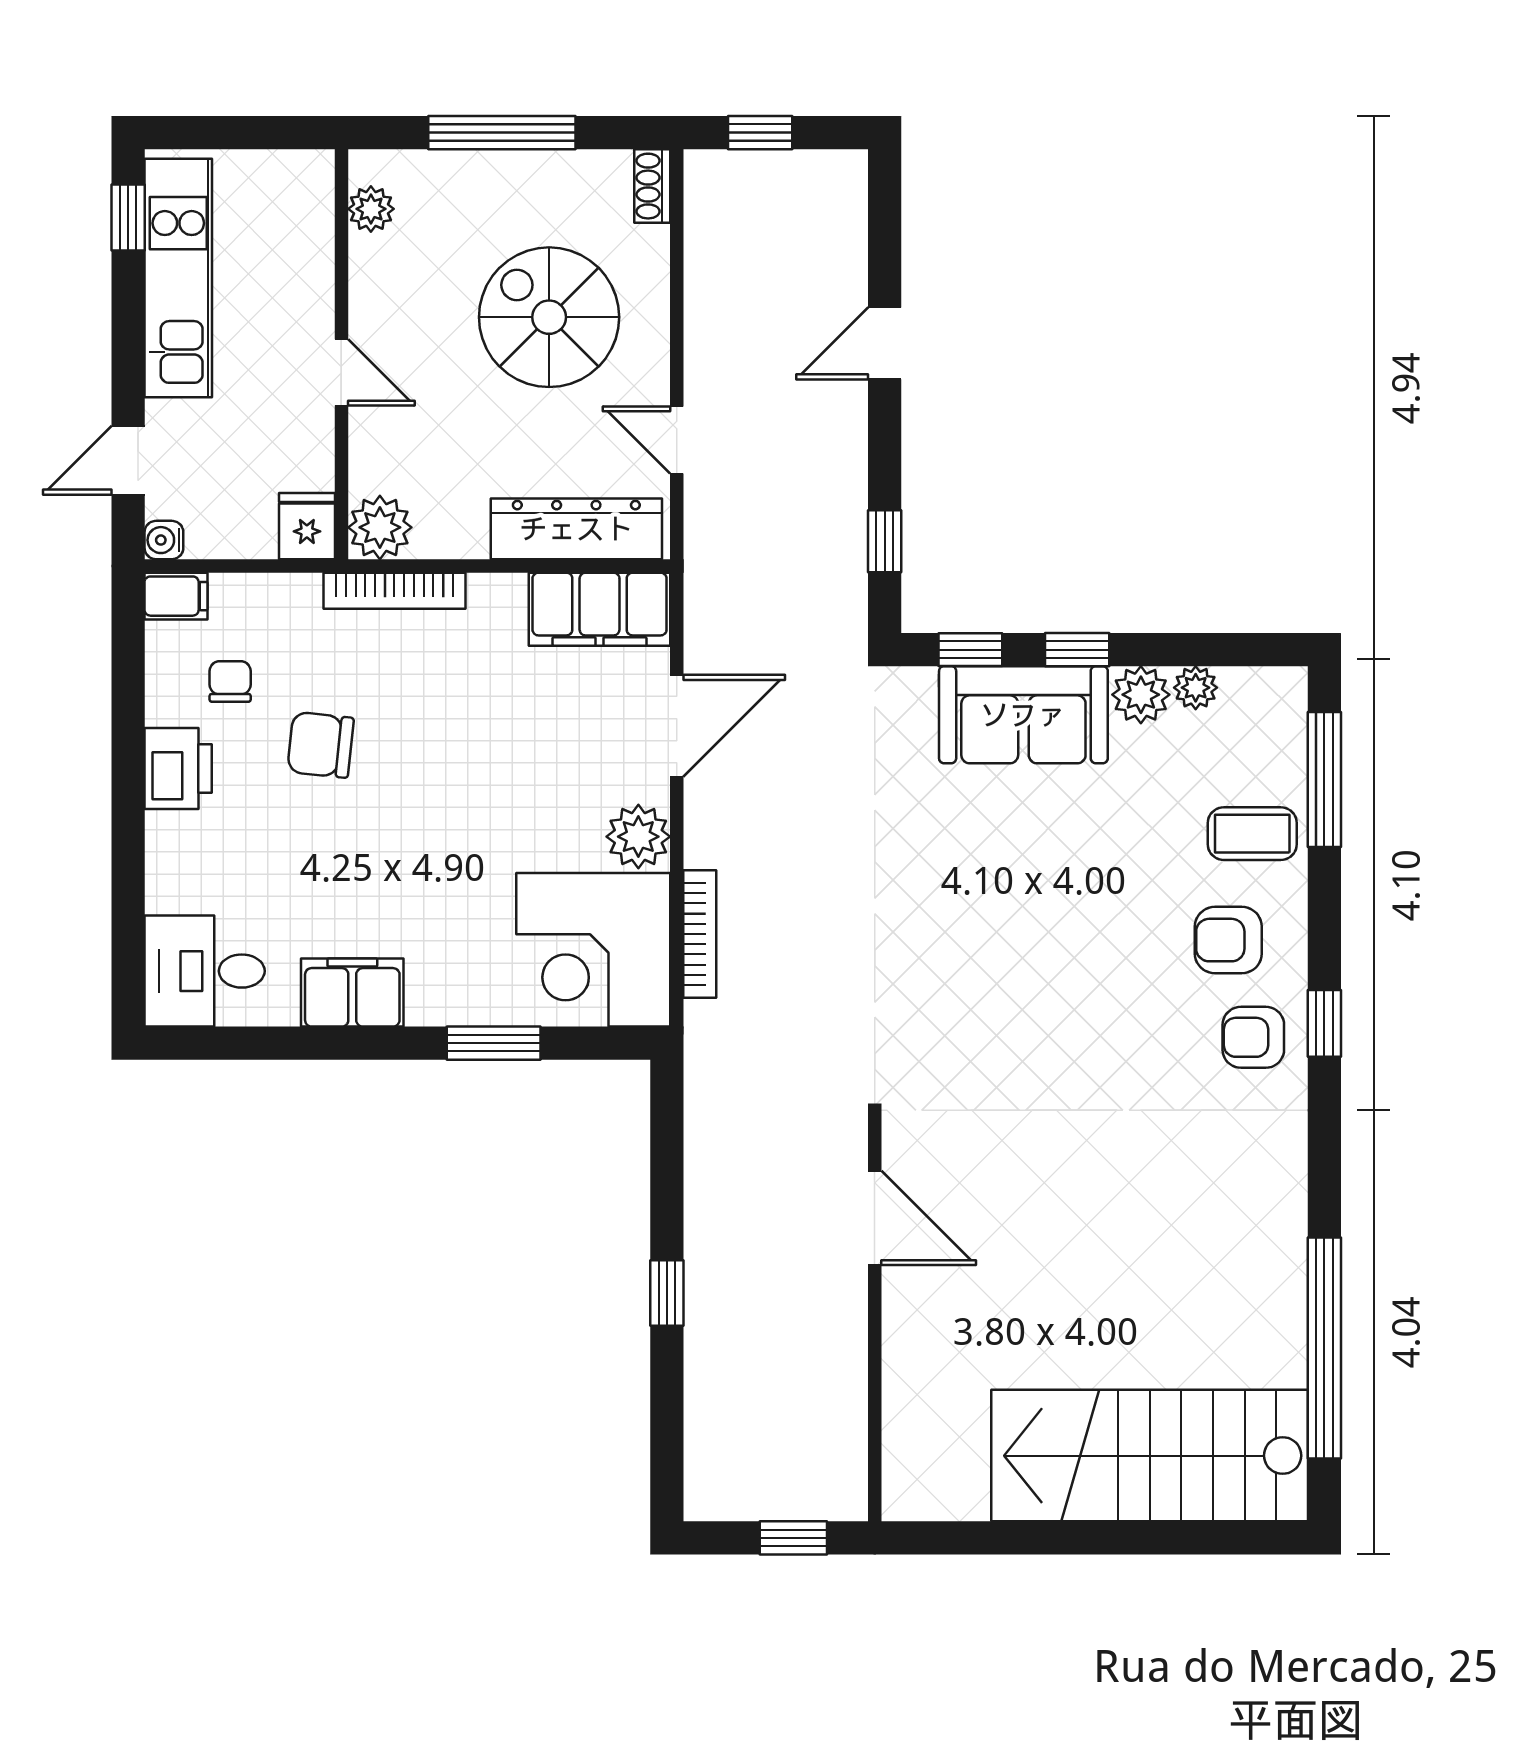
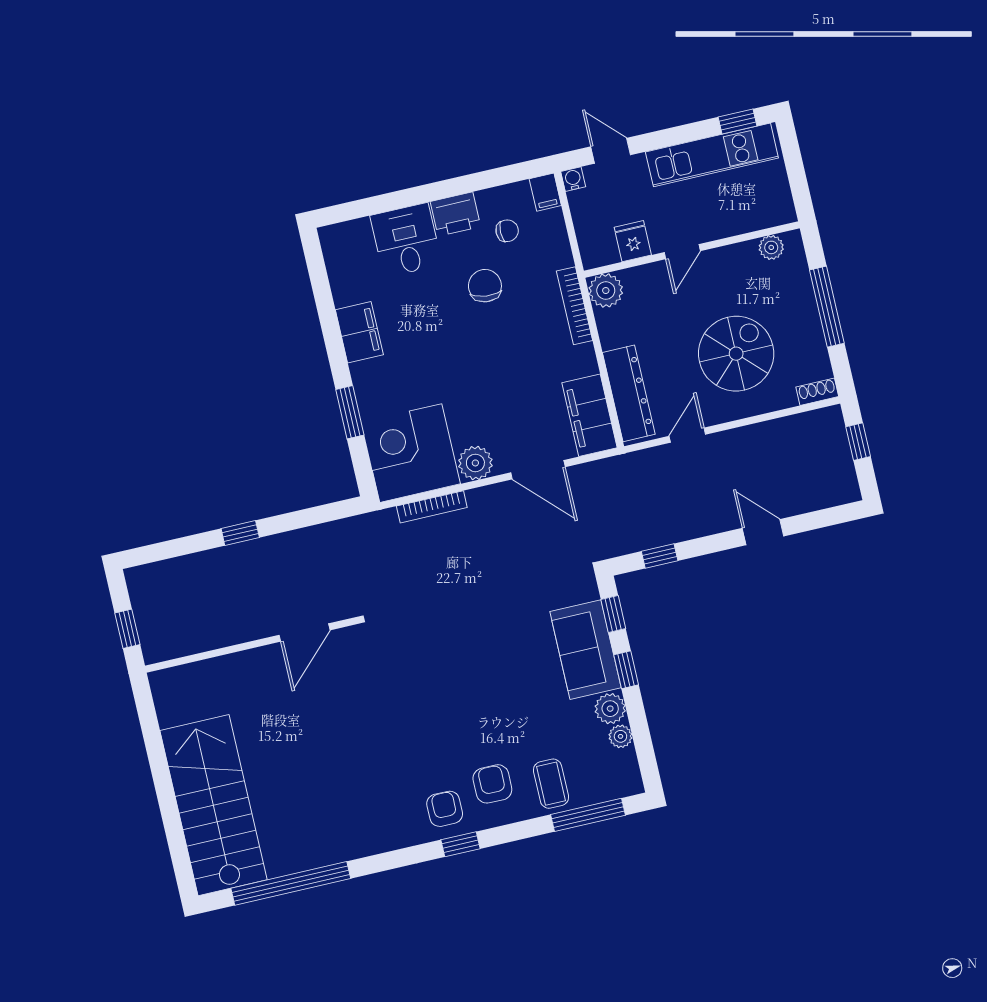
fridge: (307, 526) -> (633, 241), moved, turned -90
desk: (205, 971) -> (406, 240), moved

